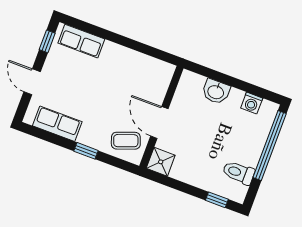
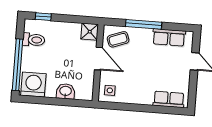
window: (47, 41) -> (192, 92), removed
side table: (156, 76) -> (110, 90), added
washing machine: (252, 103) -> (33, 85), width x1.89, depth x1.89
window: (86, 151) -> (144, 24), width x2.17

